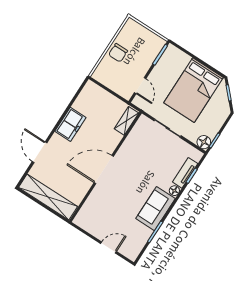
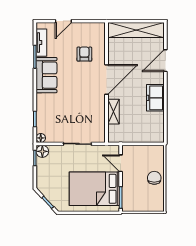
bed: (193, 90) -> (94, 189), moved, turned -90
shelving: (126, 121) -> (113, 112), moved
door: (40, 152) -> (165, 61), swing flipped
tv unit: (185, 173) -> (41, 43), moved
floor lamp: (174, 191) -> (41, 138), moved
armchair: (109, 205) -> (84, 54), added

